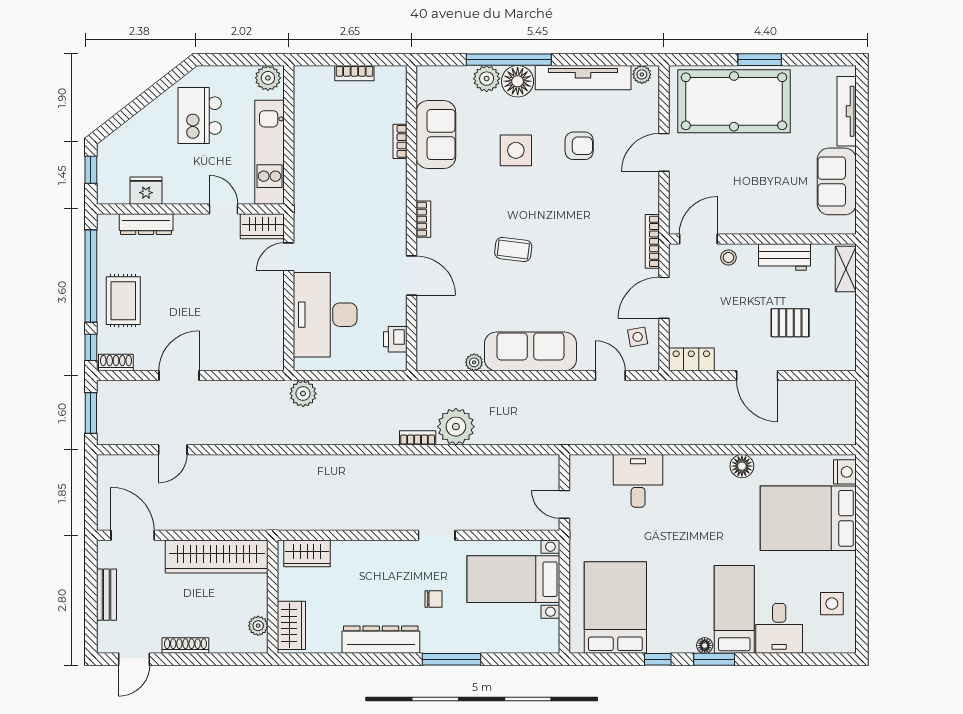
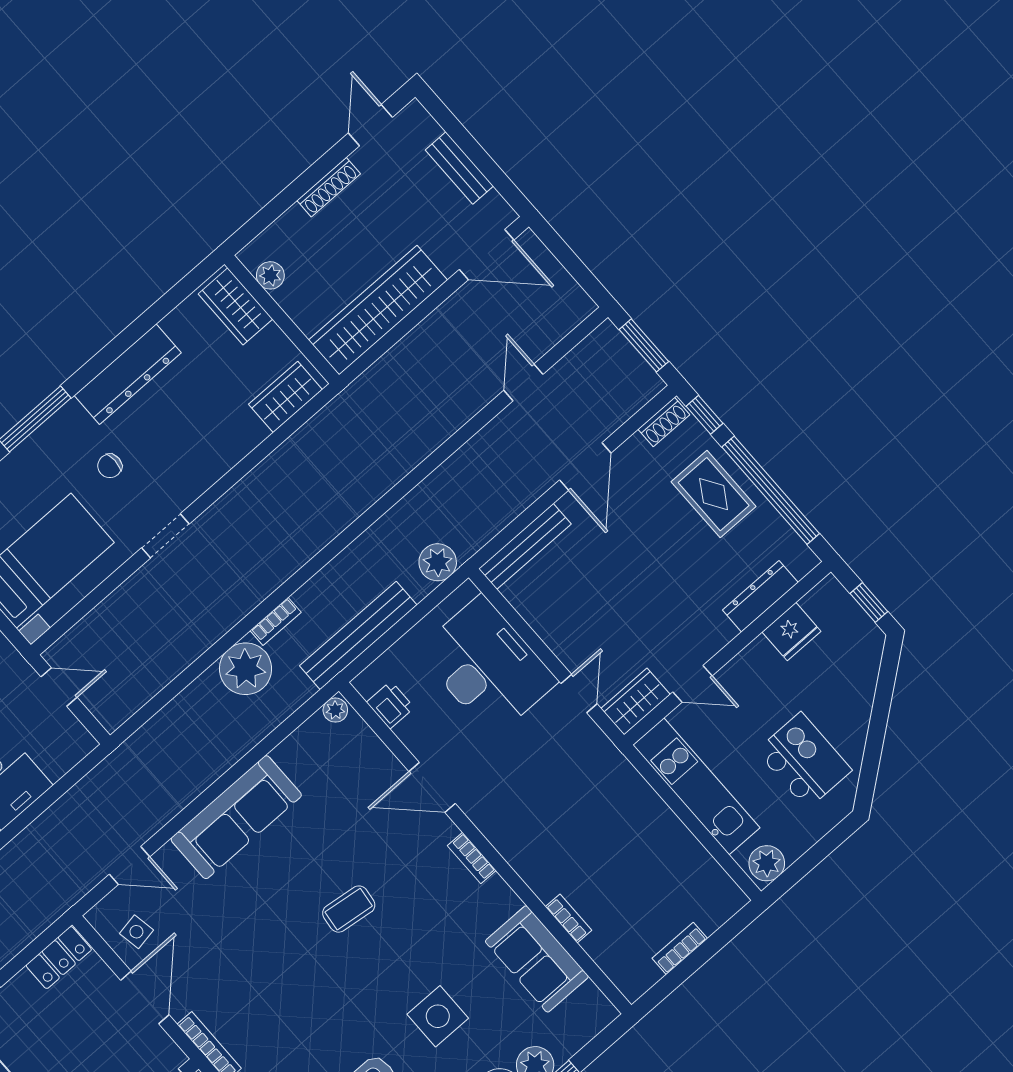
bench: (249, 361) -> (525, 546), added
plant: (474, 362) -> (335, 710), moved
bench: (380, 392) -> (358, 635), added

